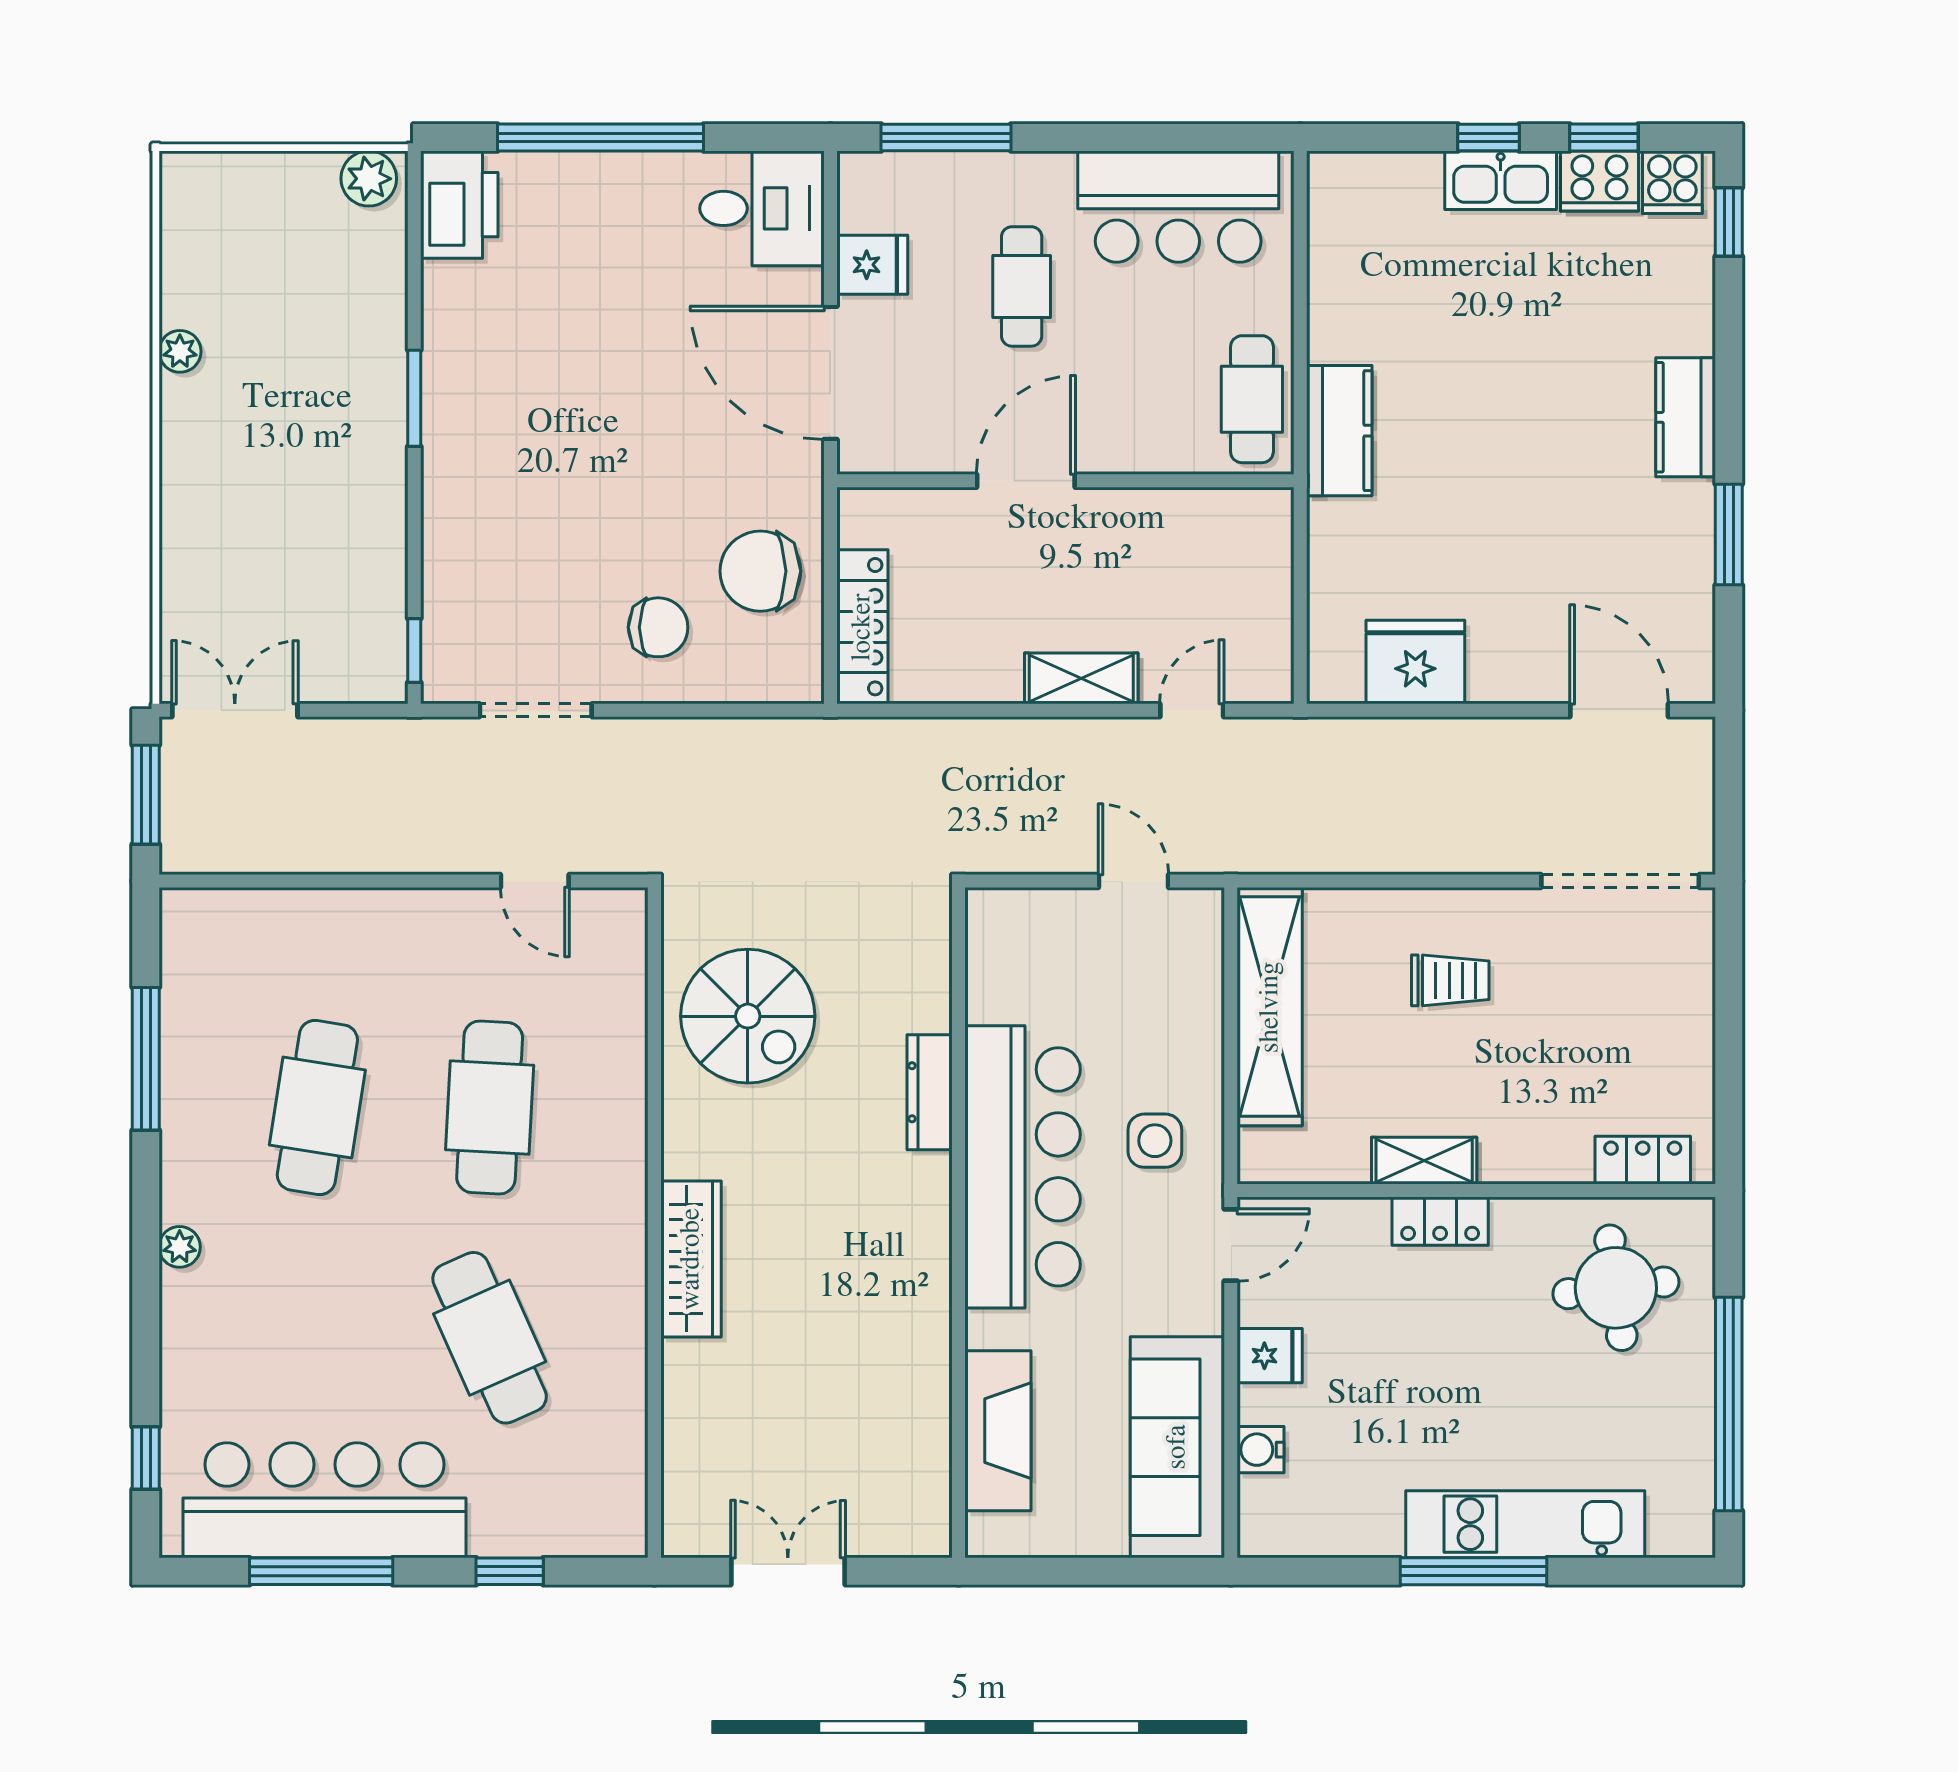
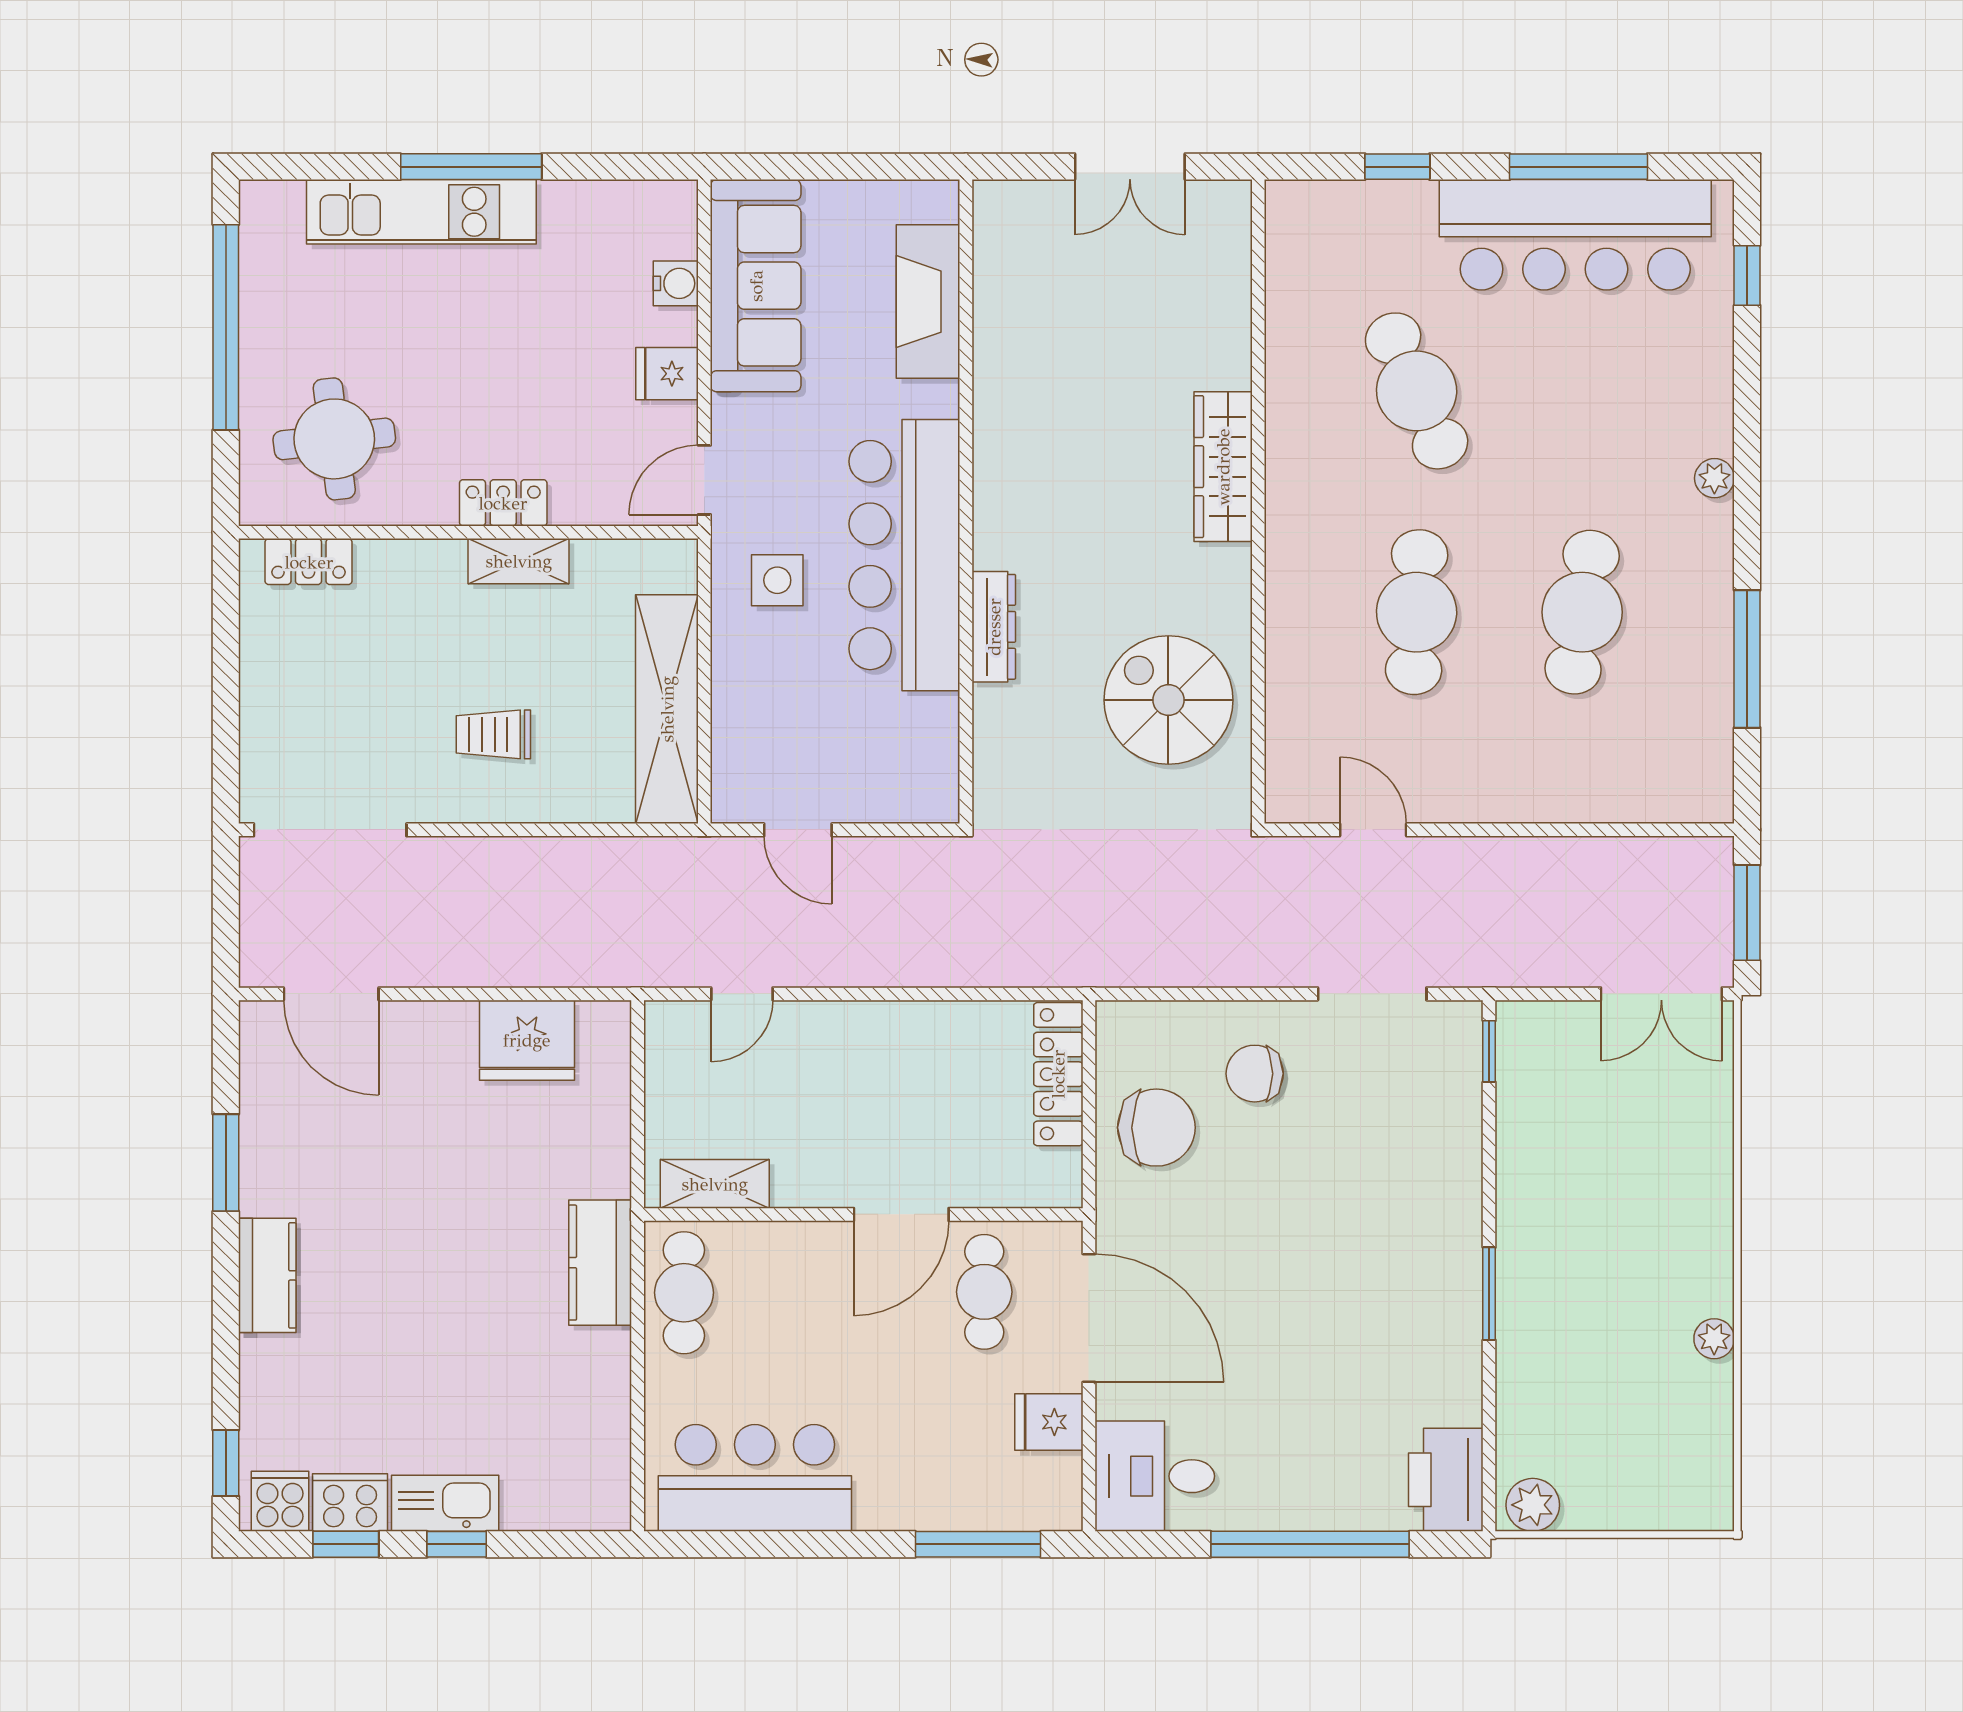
cafe table: (1022, 286) -> (984, 1292), moved
shelving: (1081, 678) -> (715, 1184), moved

